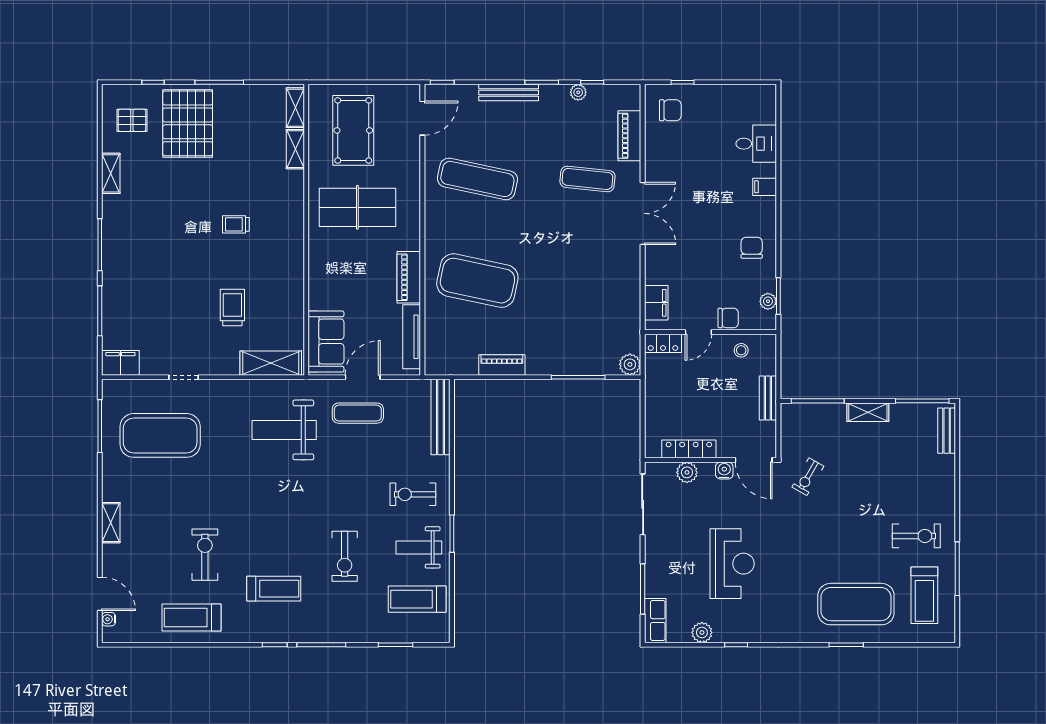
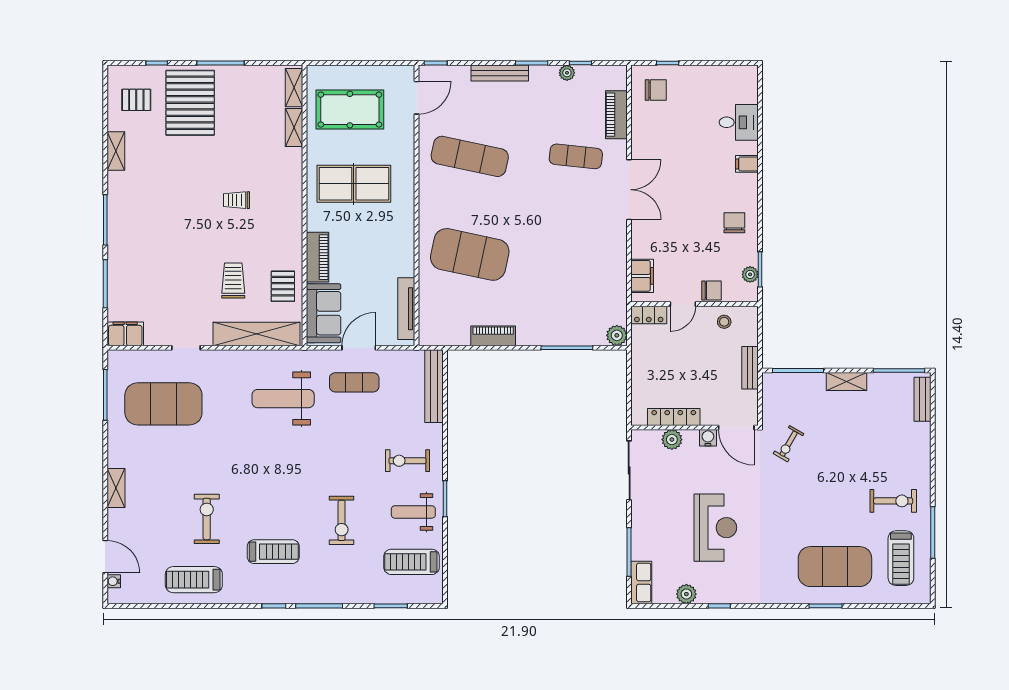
pool table: (353, 130) -> (350, 110), turned 90
piano: (409, 277) -> (318, 257), moved, turned 180
pallet: (284, 313) -> (283, 286), added
shelving: (271, 363) -> (257, 334), width x1.47

